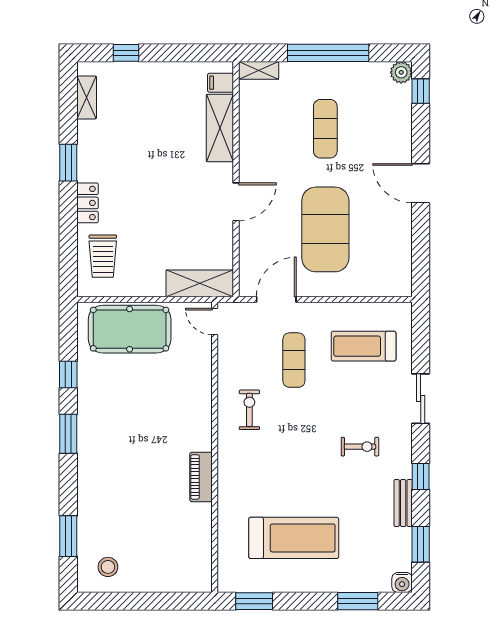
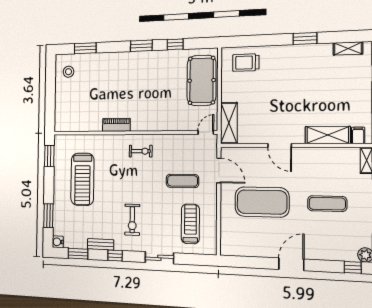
locker: (87, 203) -> (279, 52), removed
exercise bike: (249, 410) -> (141, 151), moved
exercise bike: (360, 447) -> (132, 220), width x1.38, depth x1.39

